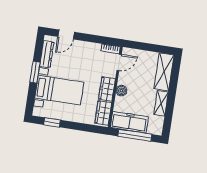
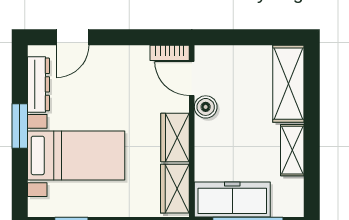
door: (119, 62) -> (192, 78), swing flipped
boiler: (121, 91) -> (206, 107), moved

